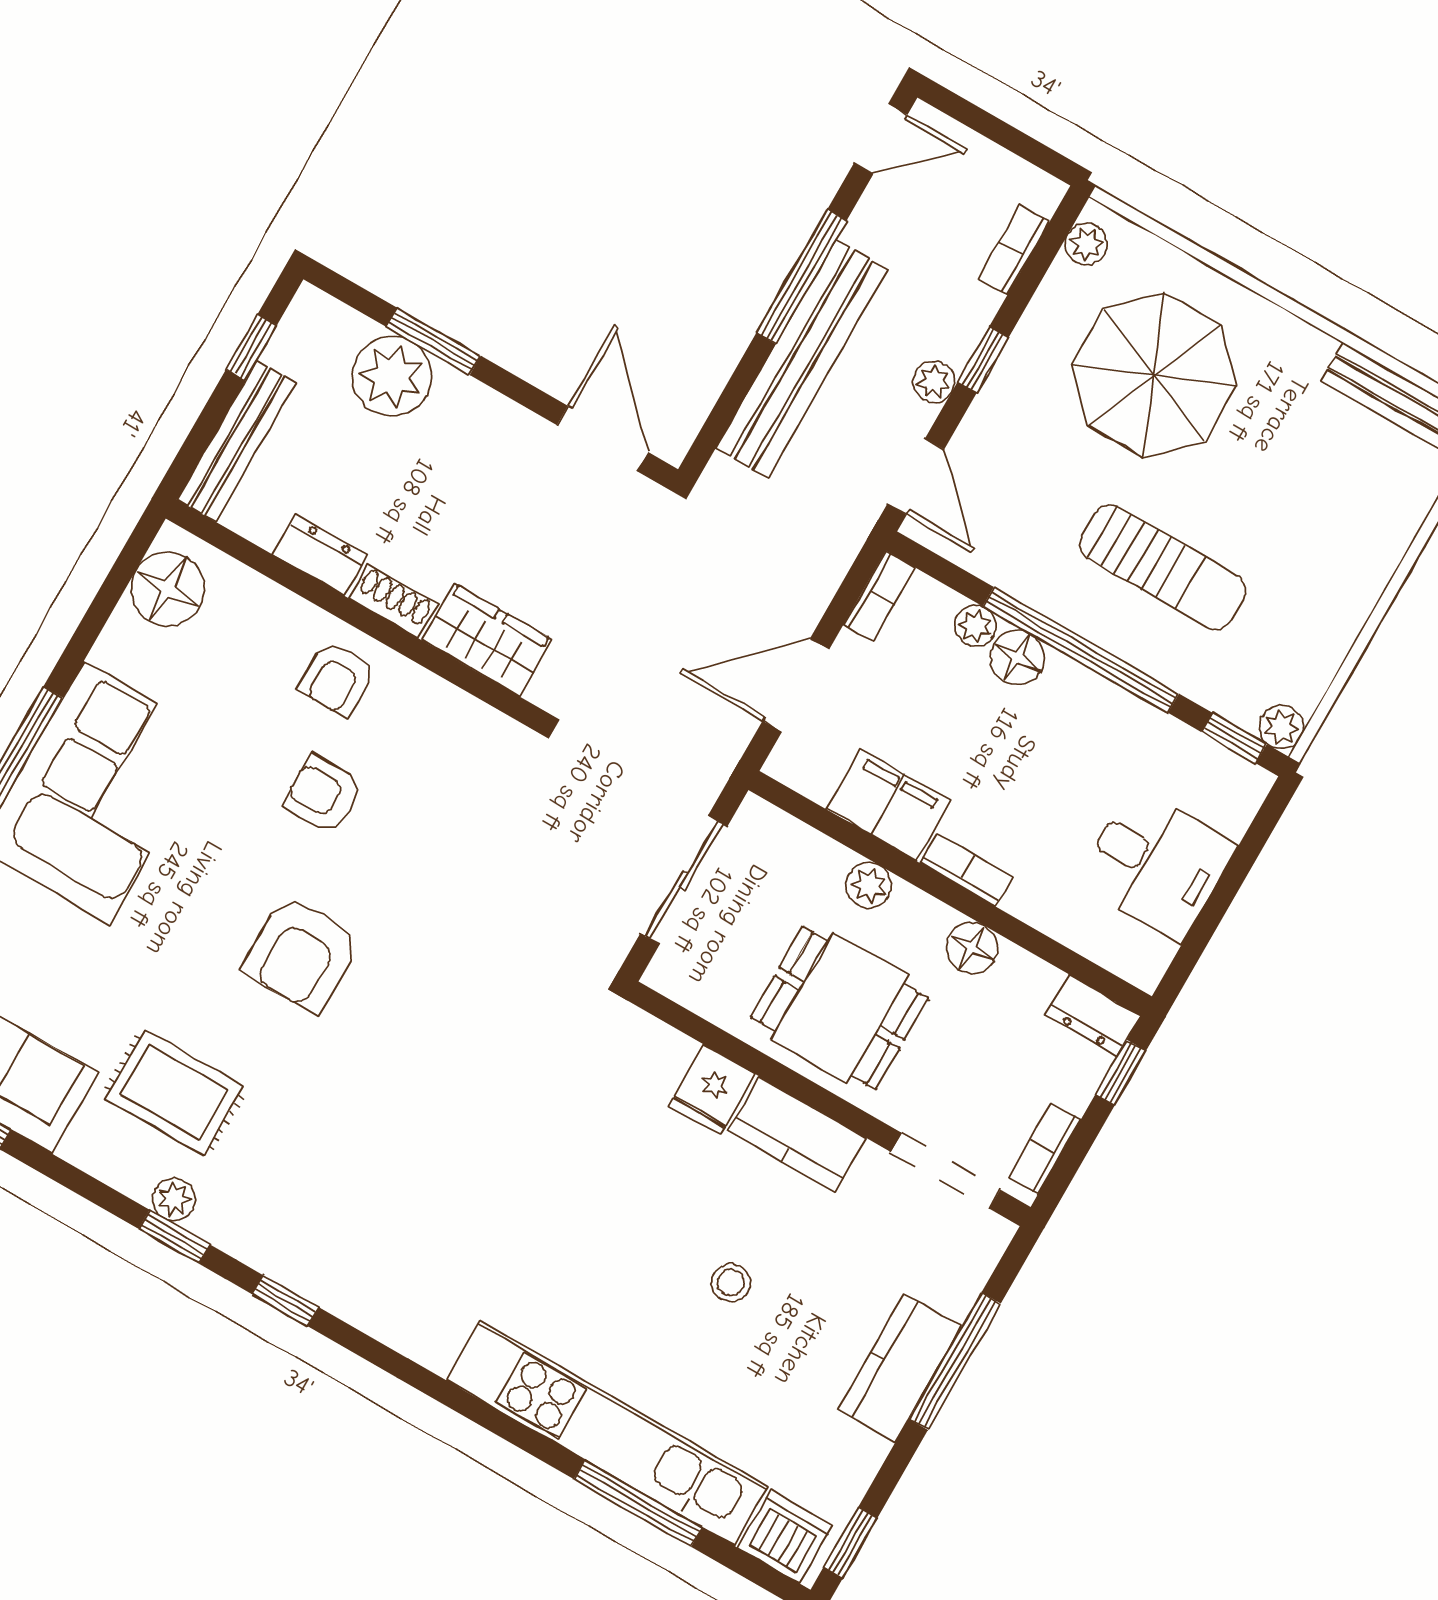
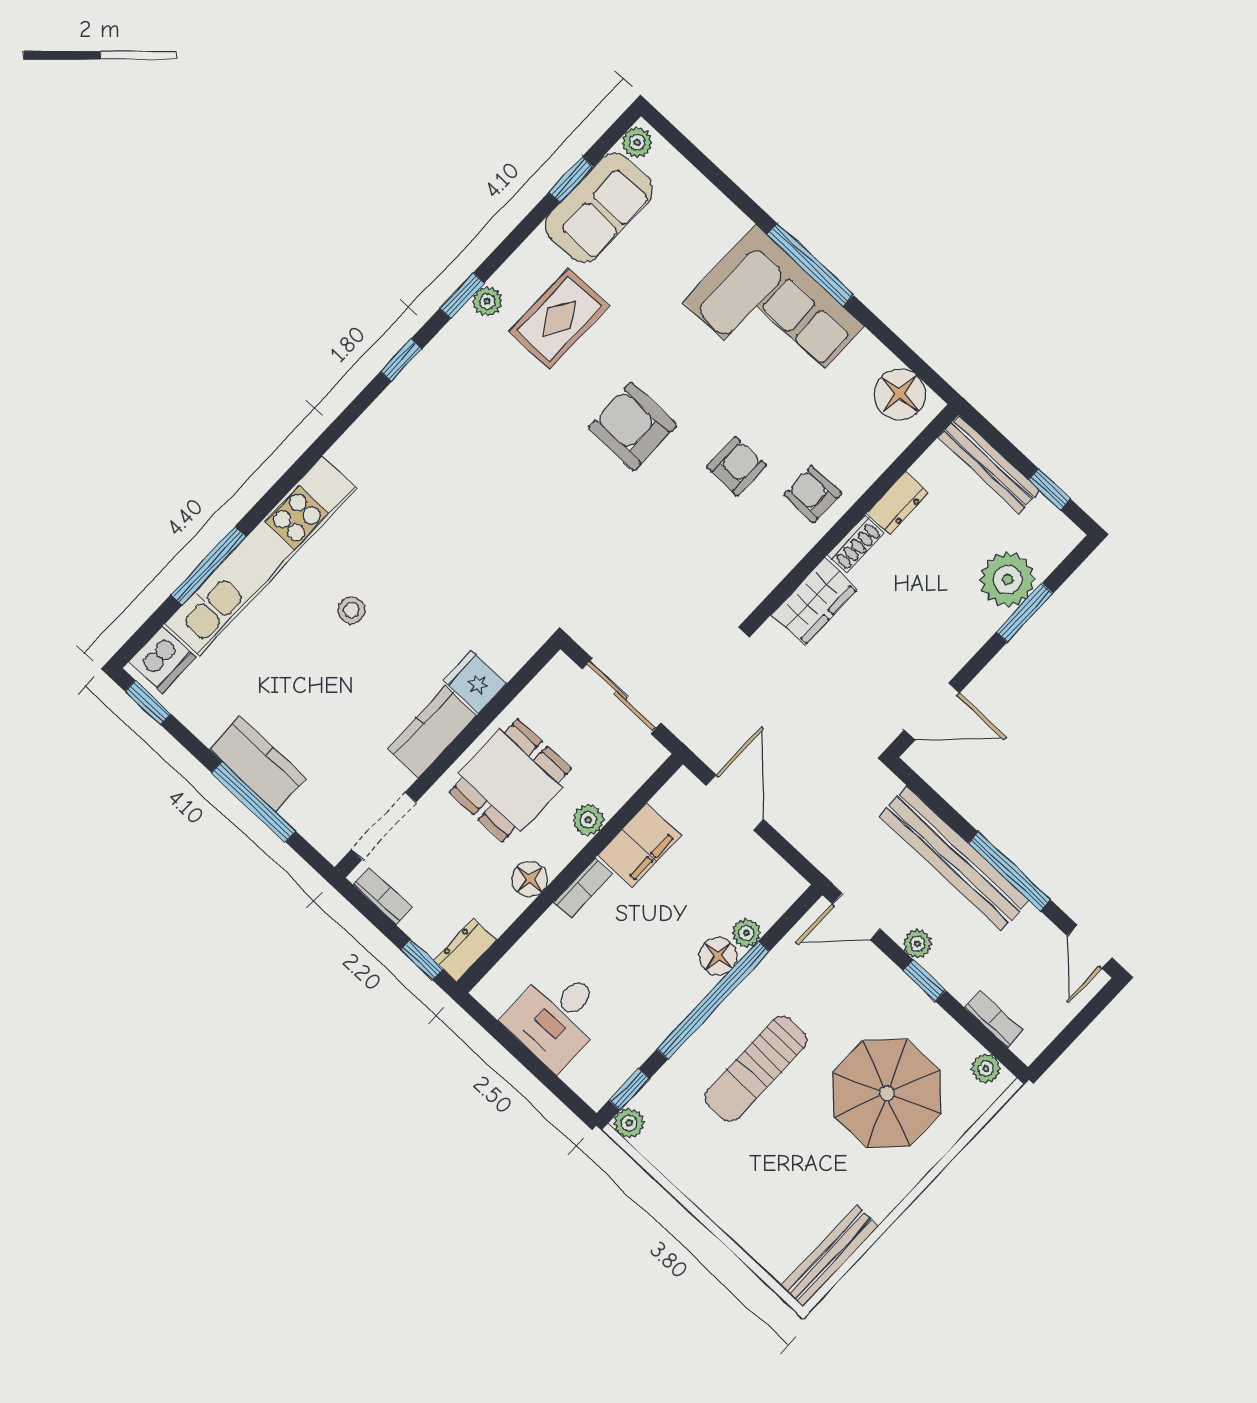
bookcase: (880, 596) -> (782, 873), removed
stool: (731, 1282) -> (352, 610), moved

